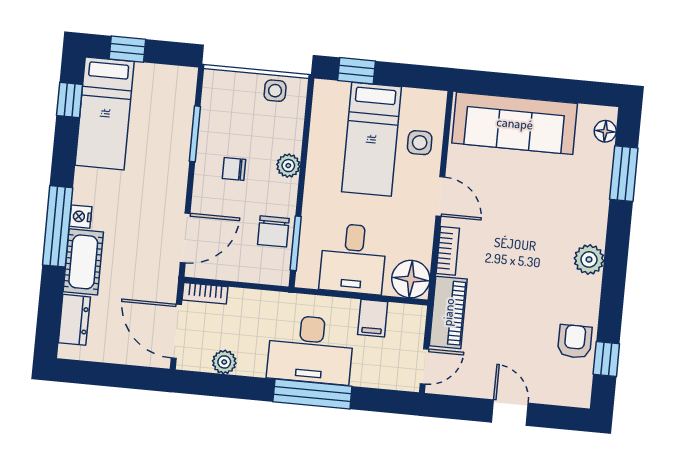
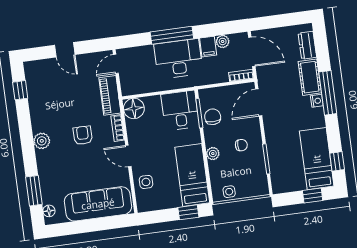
bed: (371, 139) -> (192, 175), moved
desk: (353, 259) -> (180, 110), moved
filing cabinet: (373, 318) -> (208, 47), moved, turned 180
armchair: (575, 341) -> (83, 135), moved, turned 180

